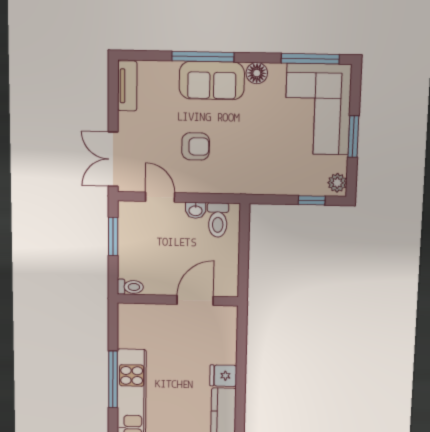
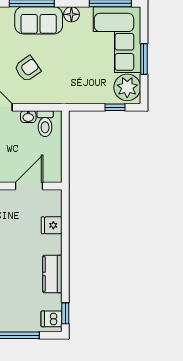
armchair: (196, 146) -> (27, 69), turned -35
plant: (337, 183) -> (127, 87), width x1.87, depth x1.87
fridge: (223, 376) -> (52, 225), moved

